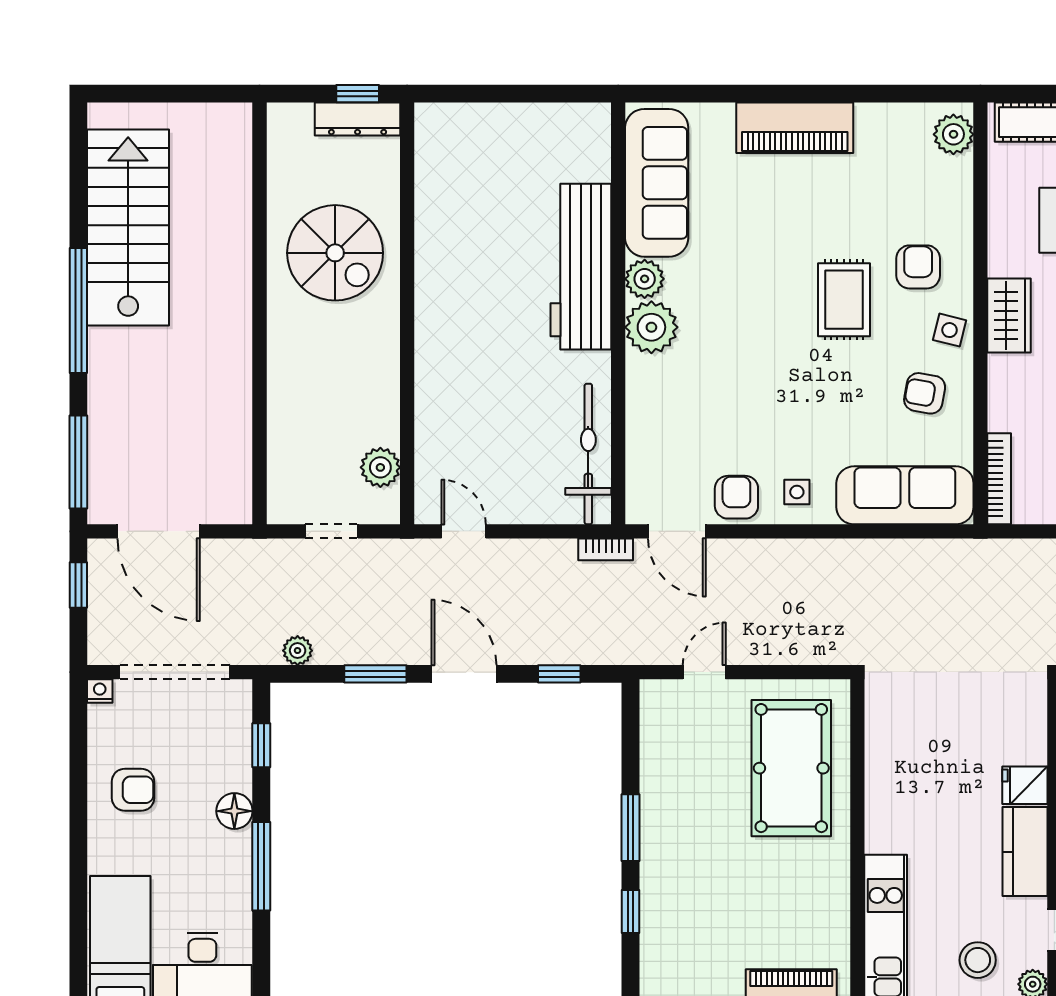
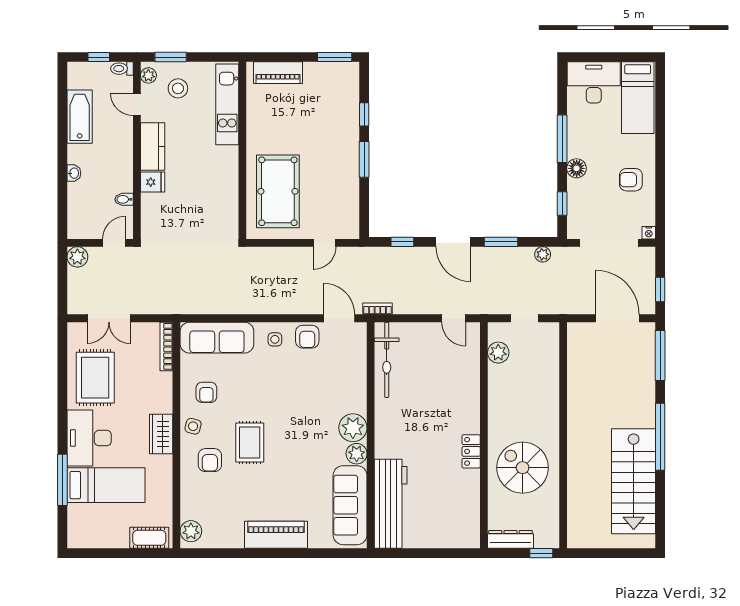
window: (358, 94) -> (541, 553), moved
workbench: (581, 267) -> (391, 504), moved
locker: (431, 283) -> (471, 451), added
armchair: (925, 393) -> (206, 392), turned 80

